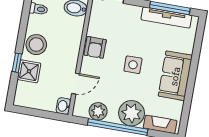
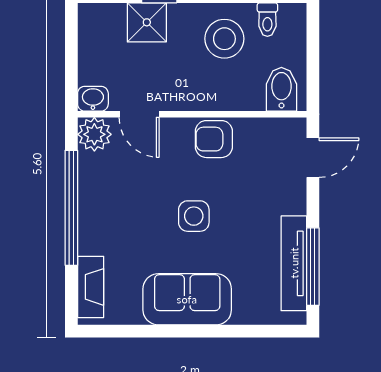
stool: (36, 45) -> (224, 39), moved
plant: (98, 111) -> (94, 134), moved
plant: (132, 113) -> (102, 229), removed

